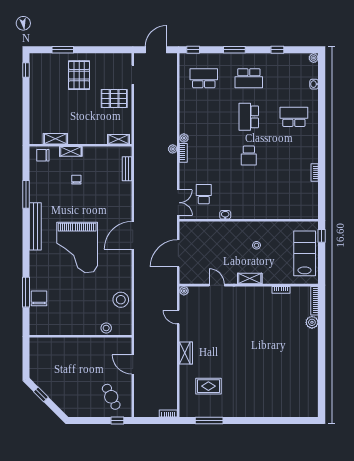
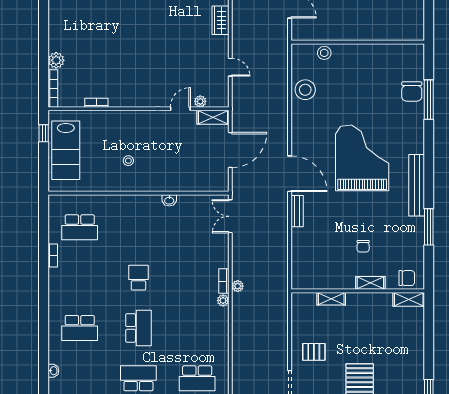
pallet: (114, 99) -> (314, 352), width x0.67, depth x0.71
shelving: (55, 139) -> (409, 299), moved
shelving: (118, 139) -> (331, 299), moved
bench: (127, 169) -> (297, 211), moved
school desk: (204, 194) -> (80, 227), moved, width x1.85
door: (133, 235) -> (290, 174), hinge flipped
window: (322, 236) -> (44, 133), moved
shelving: (250, 279) -> (213, 117), moved
door: (217, 285) -> (180, 109), swing flipped
plant: (184, 291) -> (200, 101), moved

